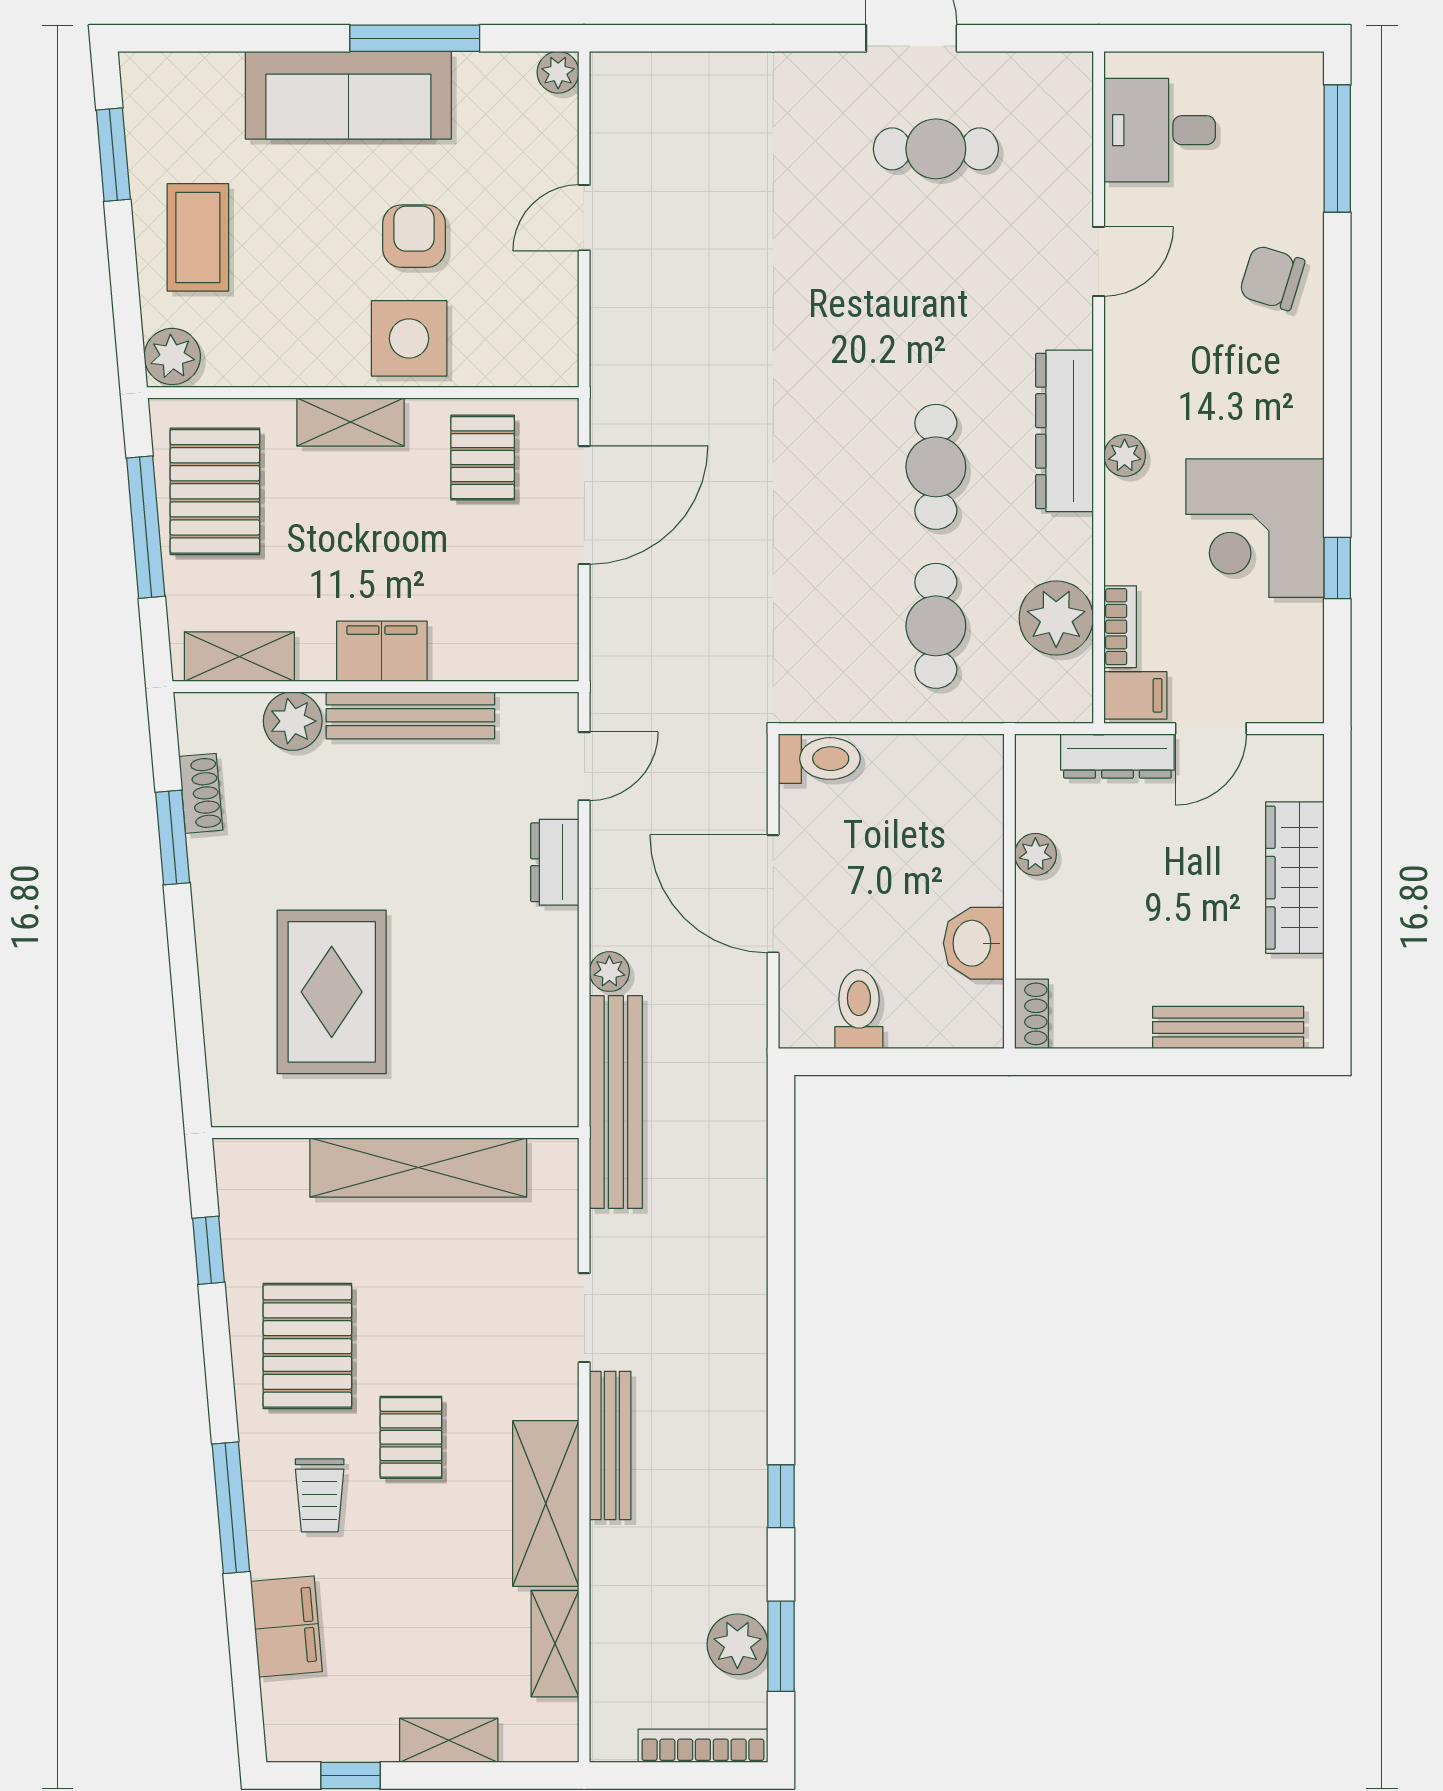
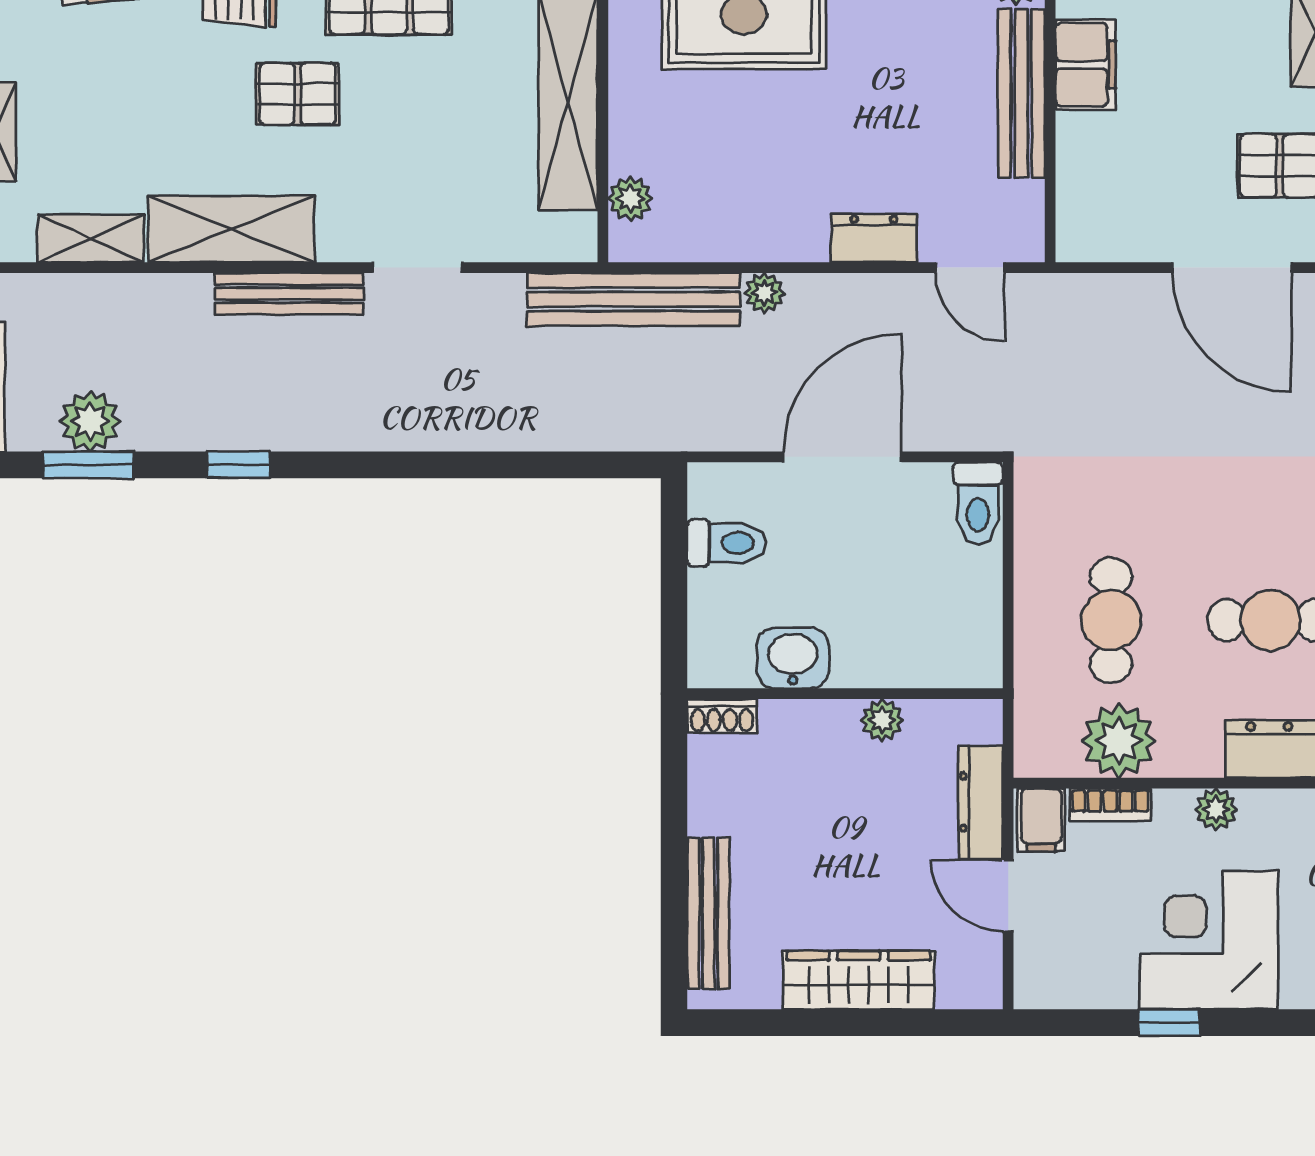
plant: (1125, 456) -> (1216, 809), moved
cafe table: (936, 626) -> (1111, 620), turned 90
plant: (515, 1105) -> (630, 199), added

